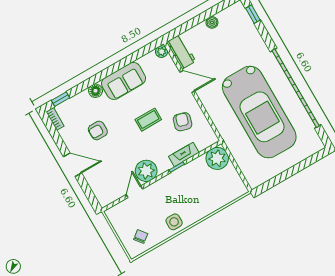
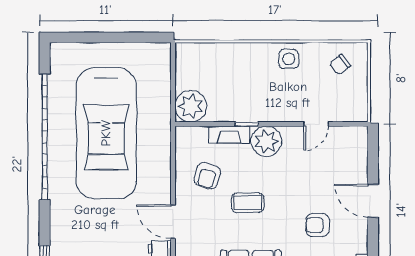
car: (259, 112) -> (106, 133), turned 180
armchair: (98, 130) -> (318, 225), turned 180
plant: (146, 171) -> (266, 141), moved

